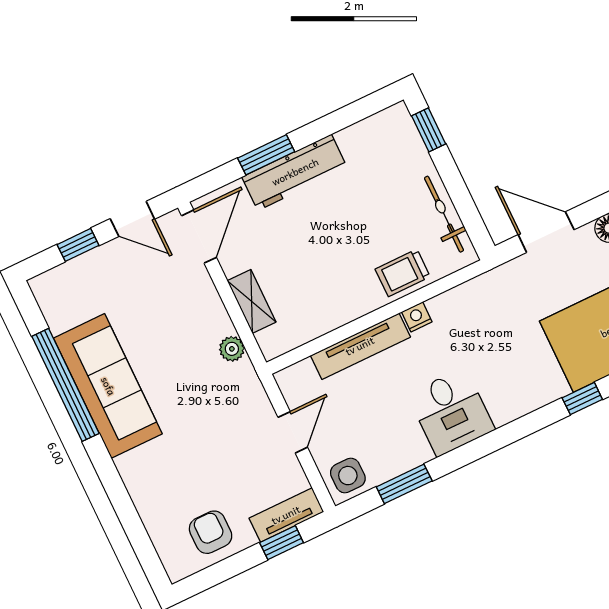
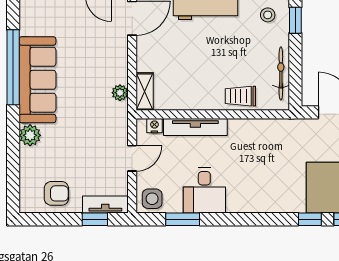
stool: (386, 141) -> (268, 15), added
shelving: (252, 301) -> (145, 92), moved
nightstand: (417, 317) -> (154, 126), moved
desk: (451, 412) -> (204, 190), moved
plant: (135, 469) -> (30, 135), added
armchair: (211, 532) -> (56, 193), turned 90

